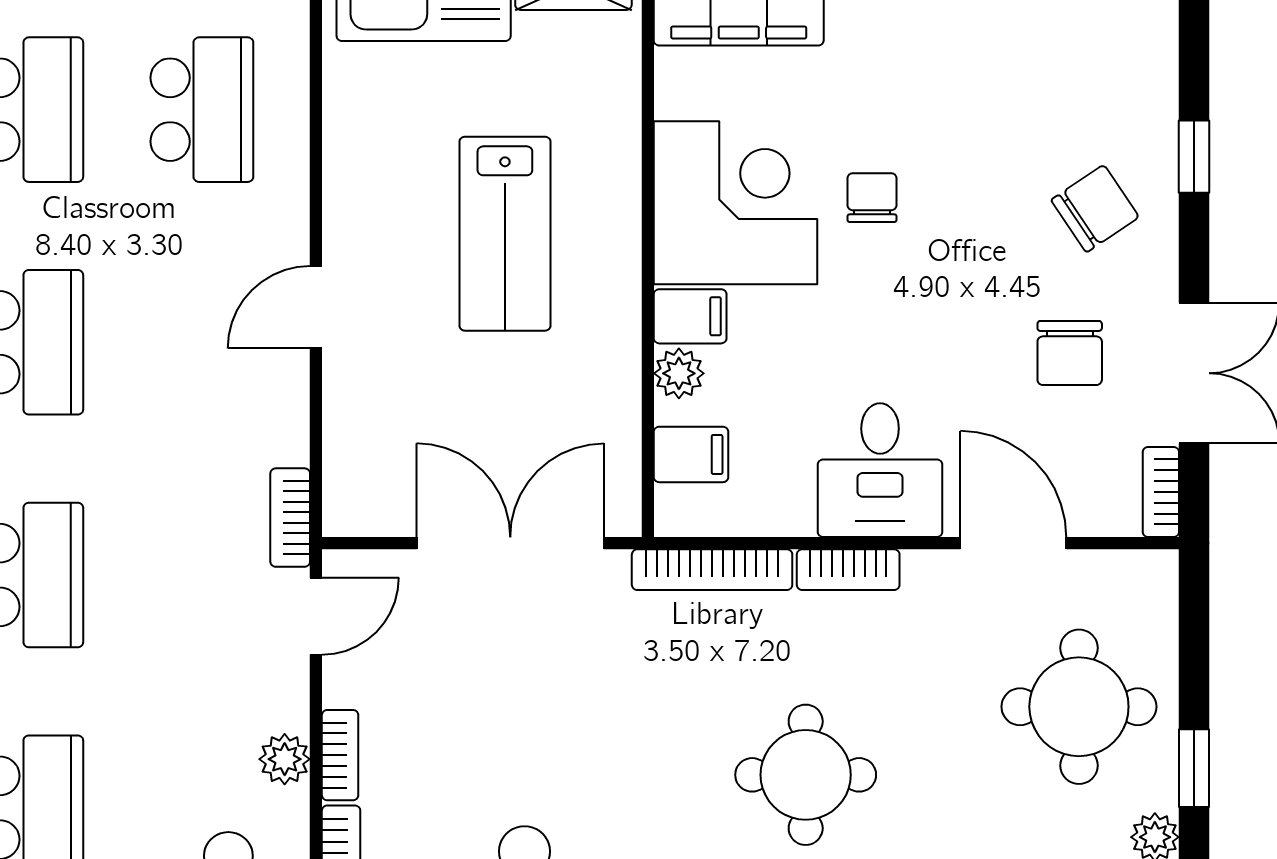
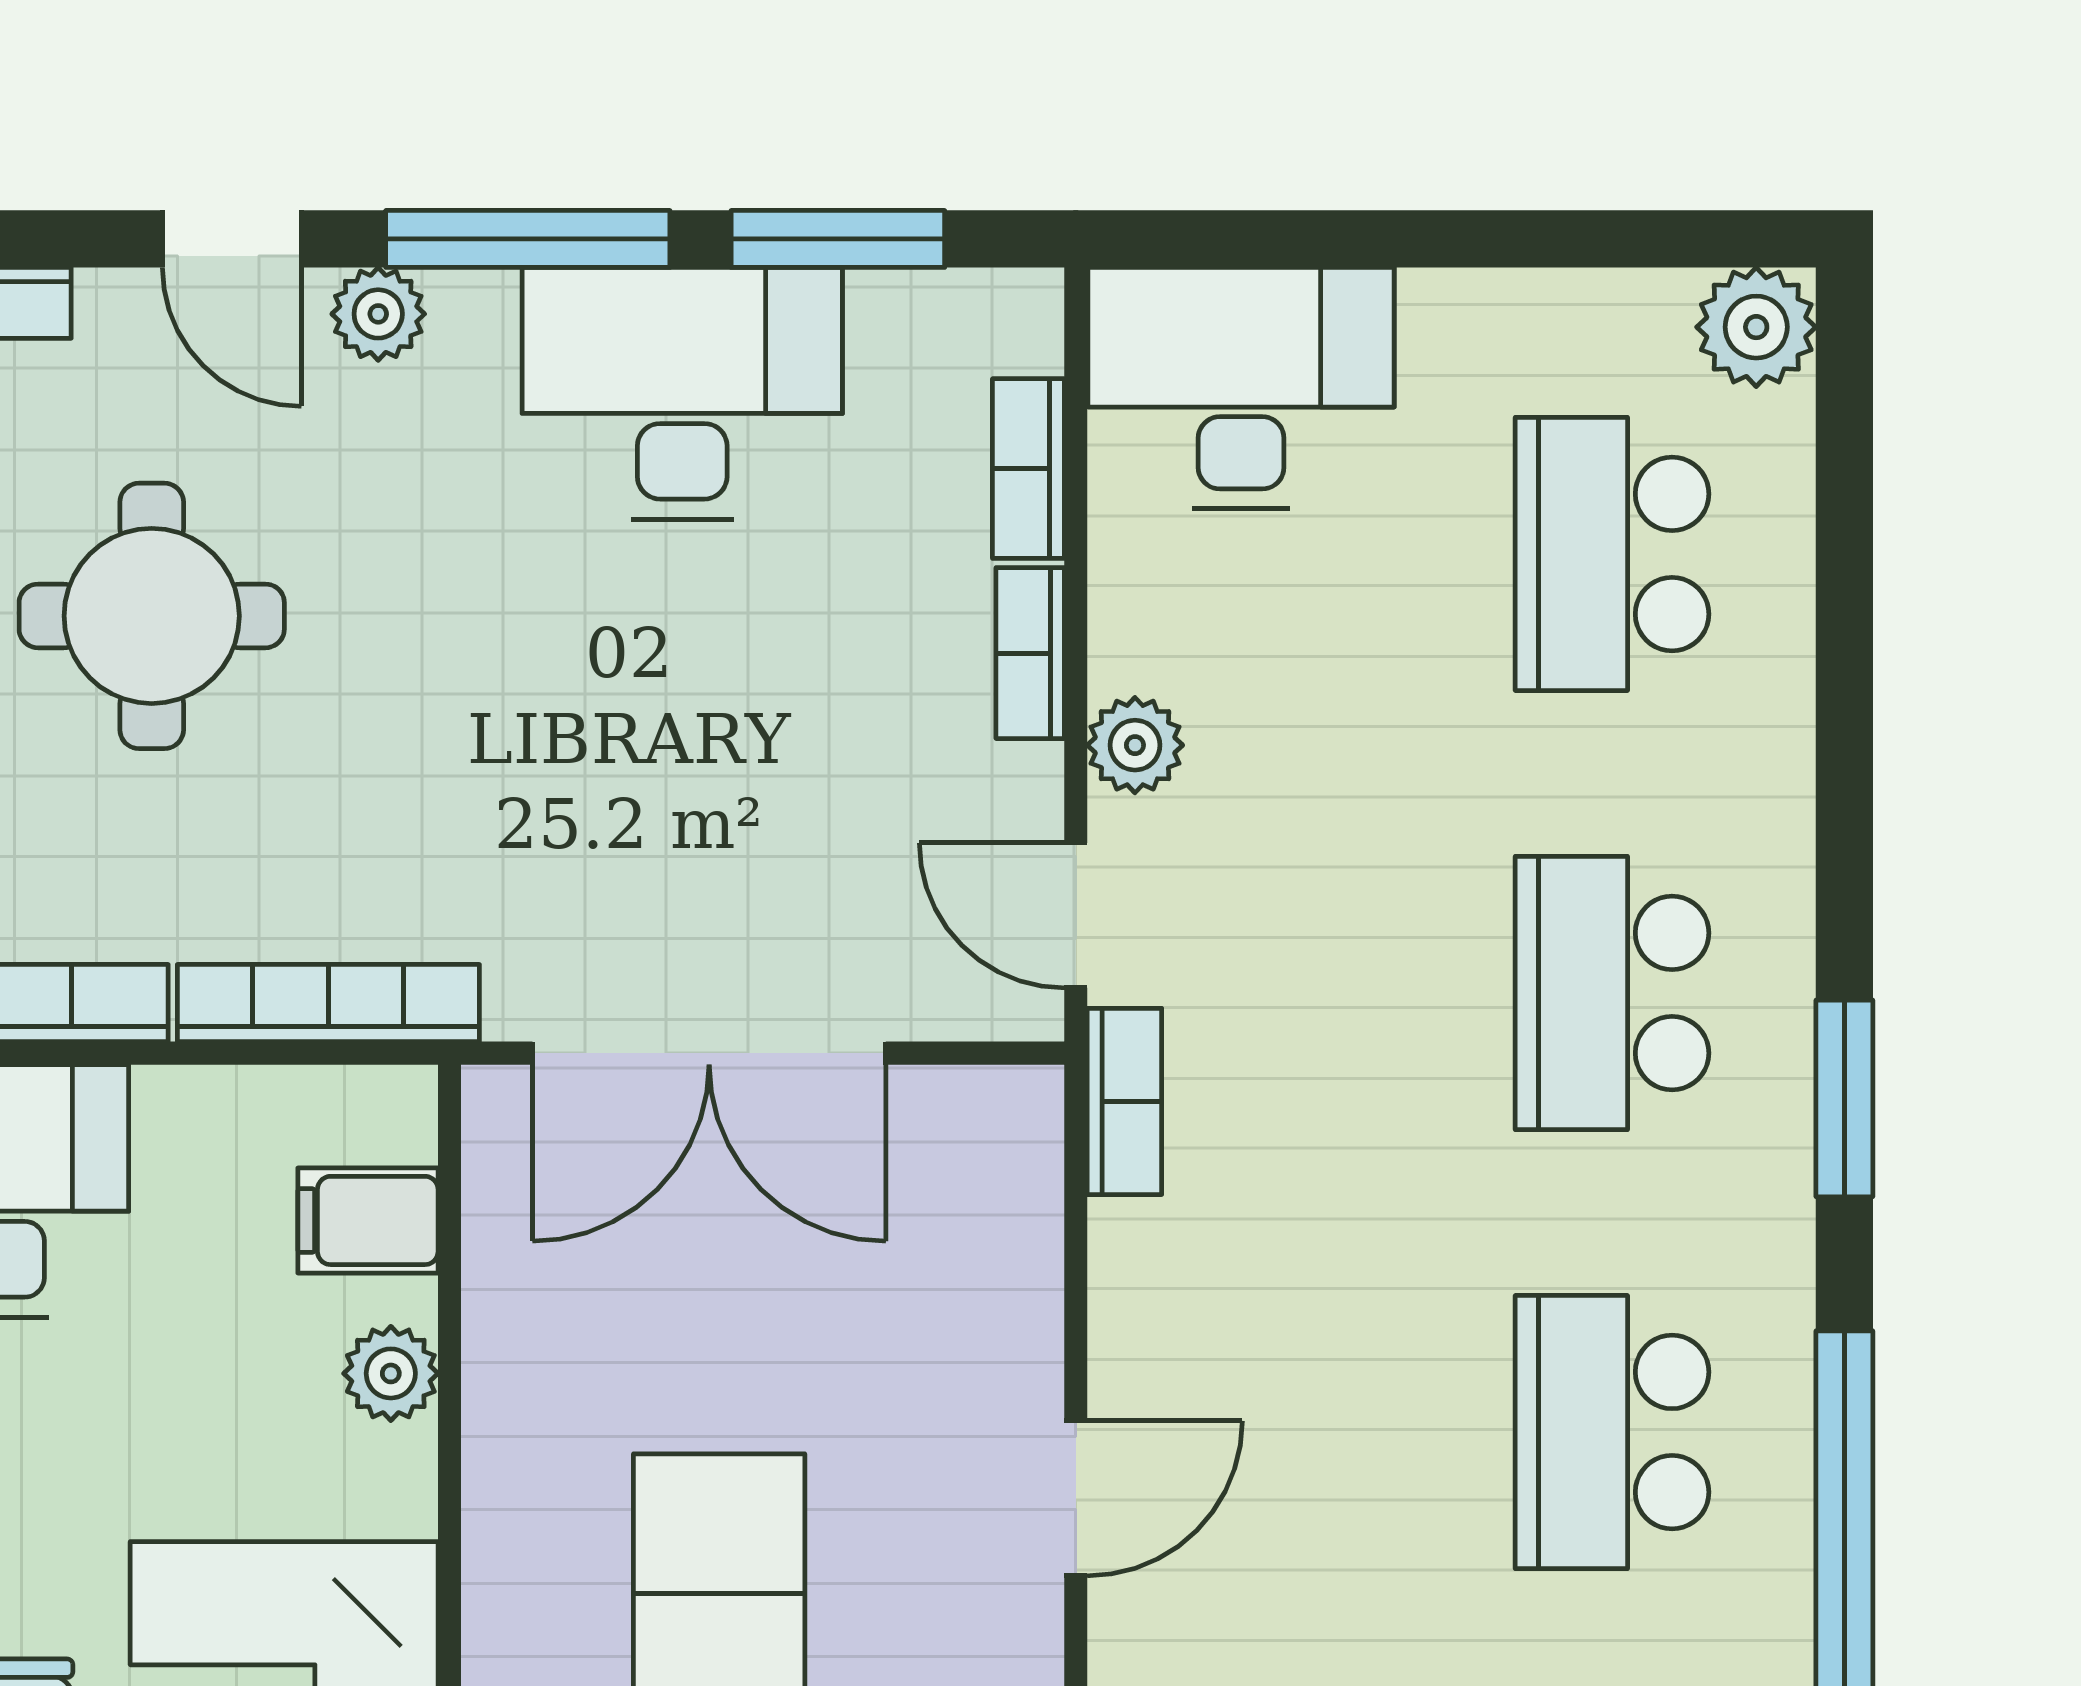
filing cabinet: (690, 316) -> (370, 1481), removed
door: (316, 616) -> (1076, 915), hinge flipped
plant: (285, 759) -> (1135, 745), moved

